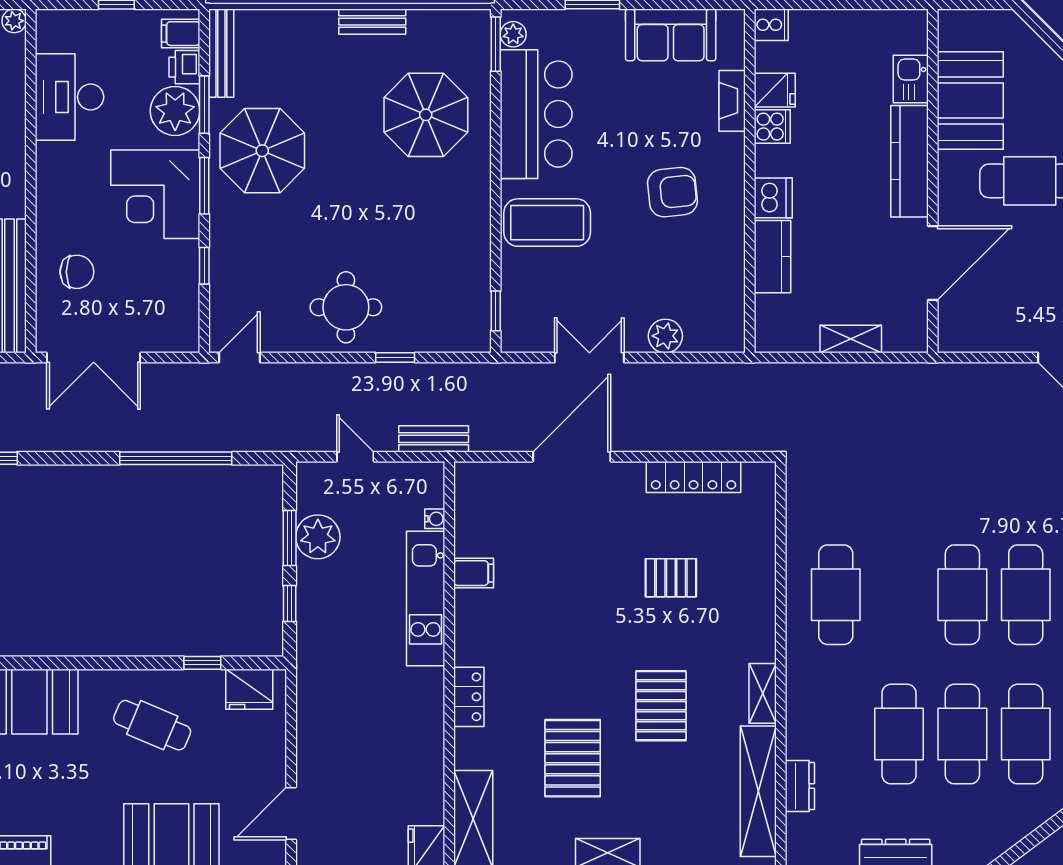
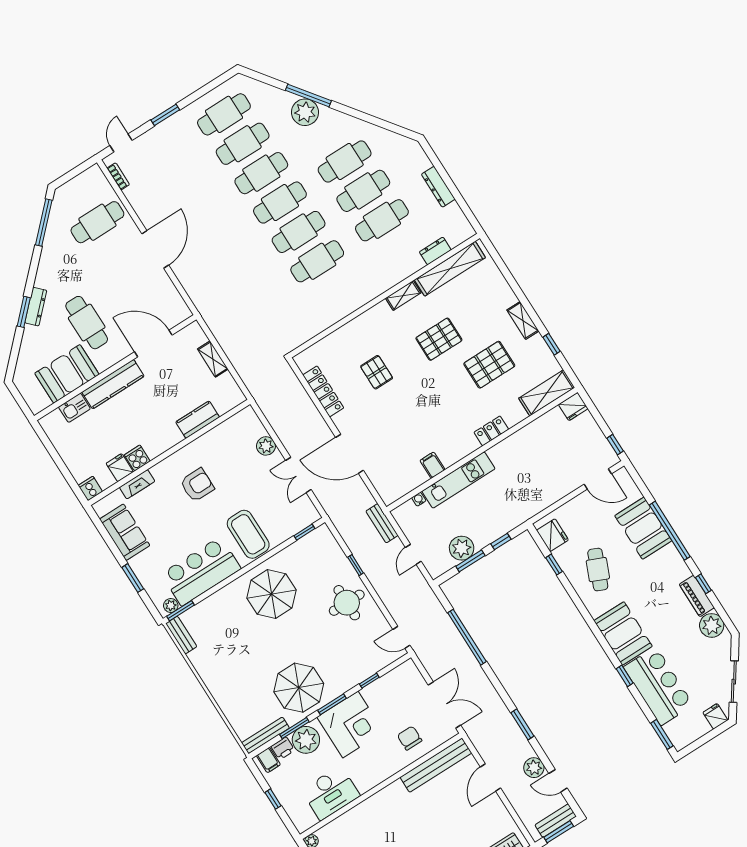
bench: (372, 22) -> (181, 635), moved
parasol: (426, 115) -> (271, 594), moved
armchair: (672, 192) -> (197, 485), turned 96
dishwasher: (773, 198) -> (170, 437), removed
cafe table: (836, 595) -> (317, 261), moved

